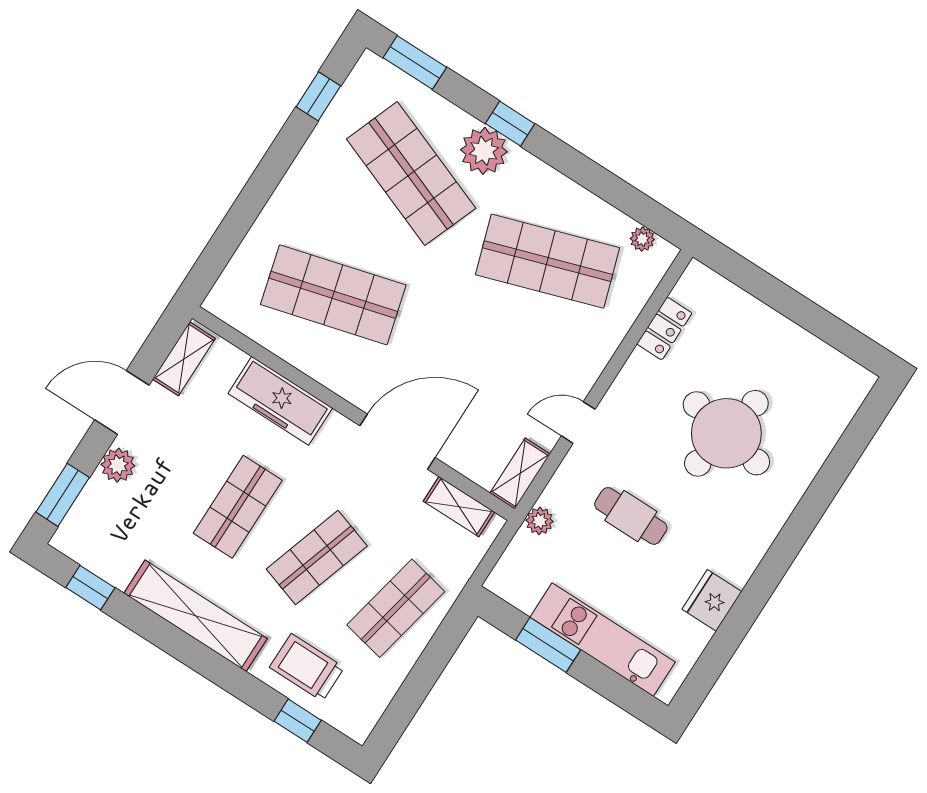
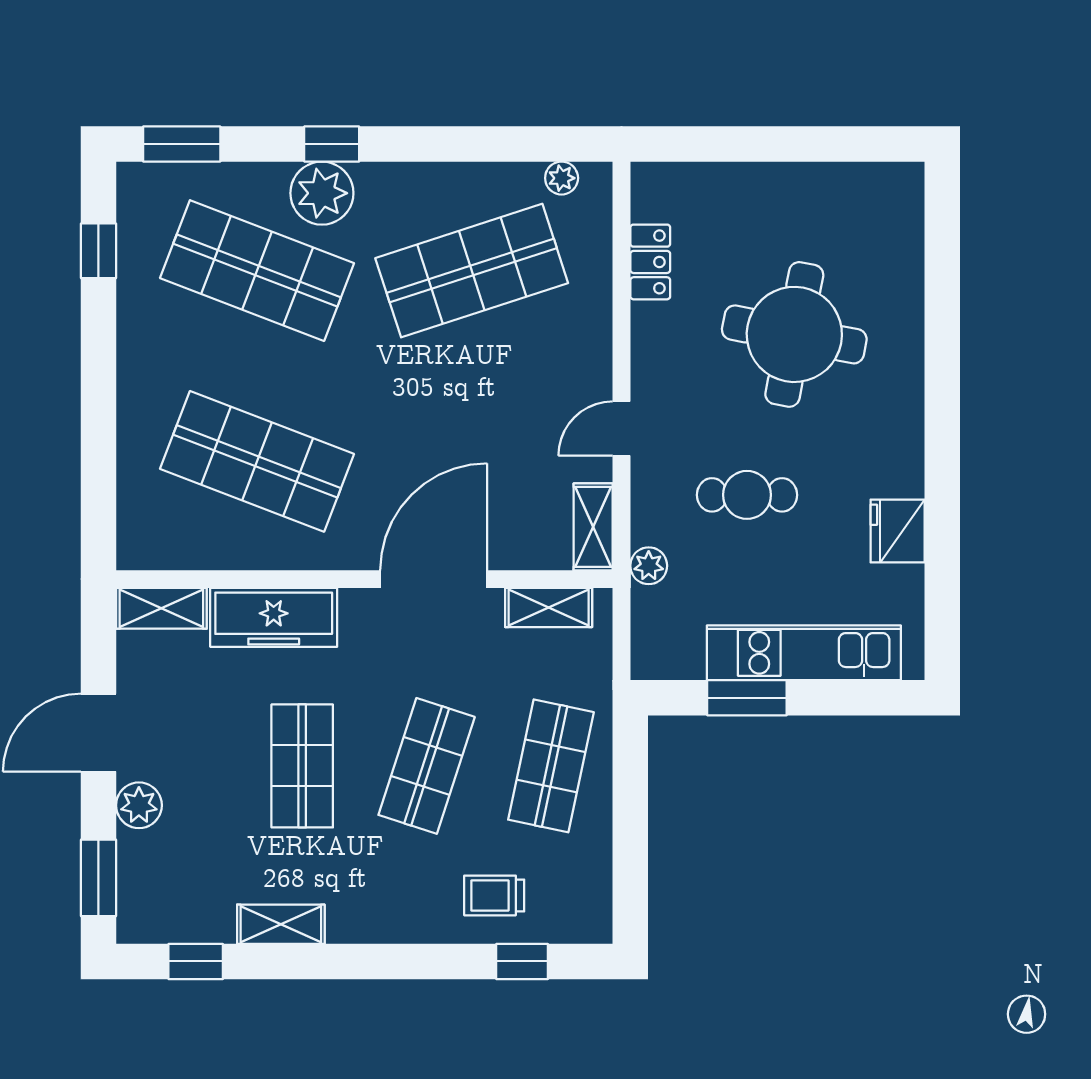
shop shelf: (333, 295) -> (257, 461), turned 36
shelving: (184, 359) -> (161, 608), moved, turned 90
shelving: (196, 616) -> (281, 924), width x0.45, depth x0.75
trolley: (307, 667) -> (494, 895), width x0.73, depth x0.72

